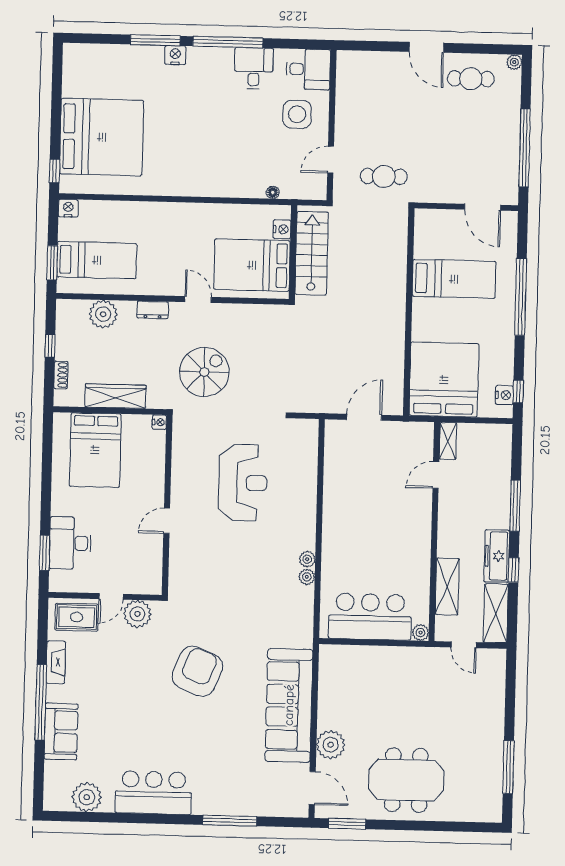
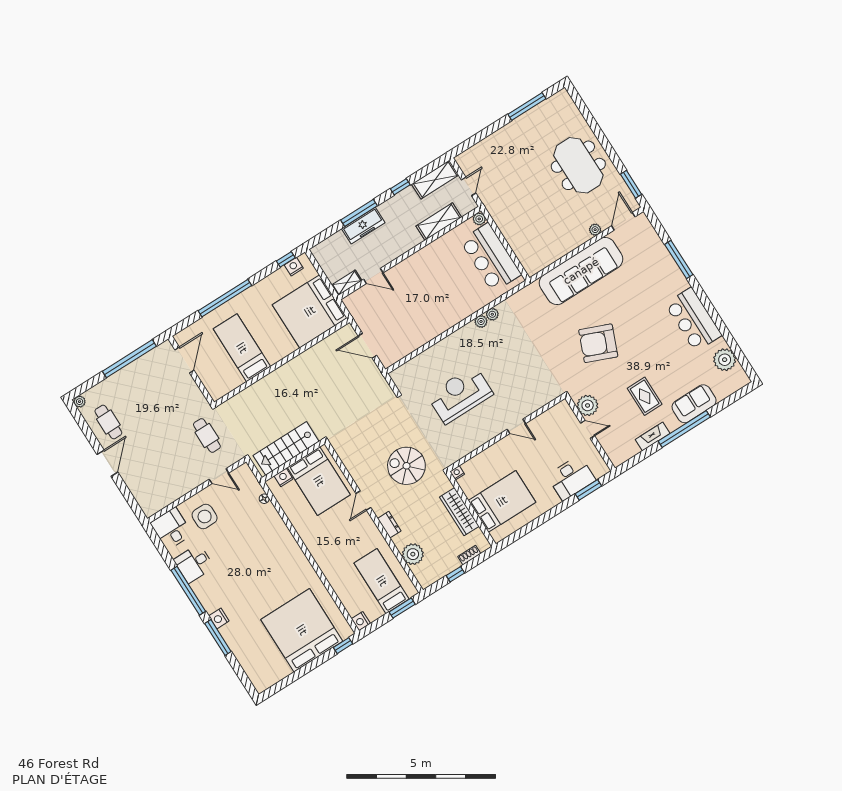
freezer: (497, 556) -> (363, 226), moved
rug: (77, 617) -> (645, 396), moved
plant: (331, 745) -> (595, 230), width x0.53, depth x0.53

